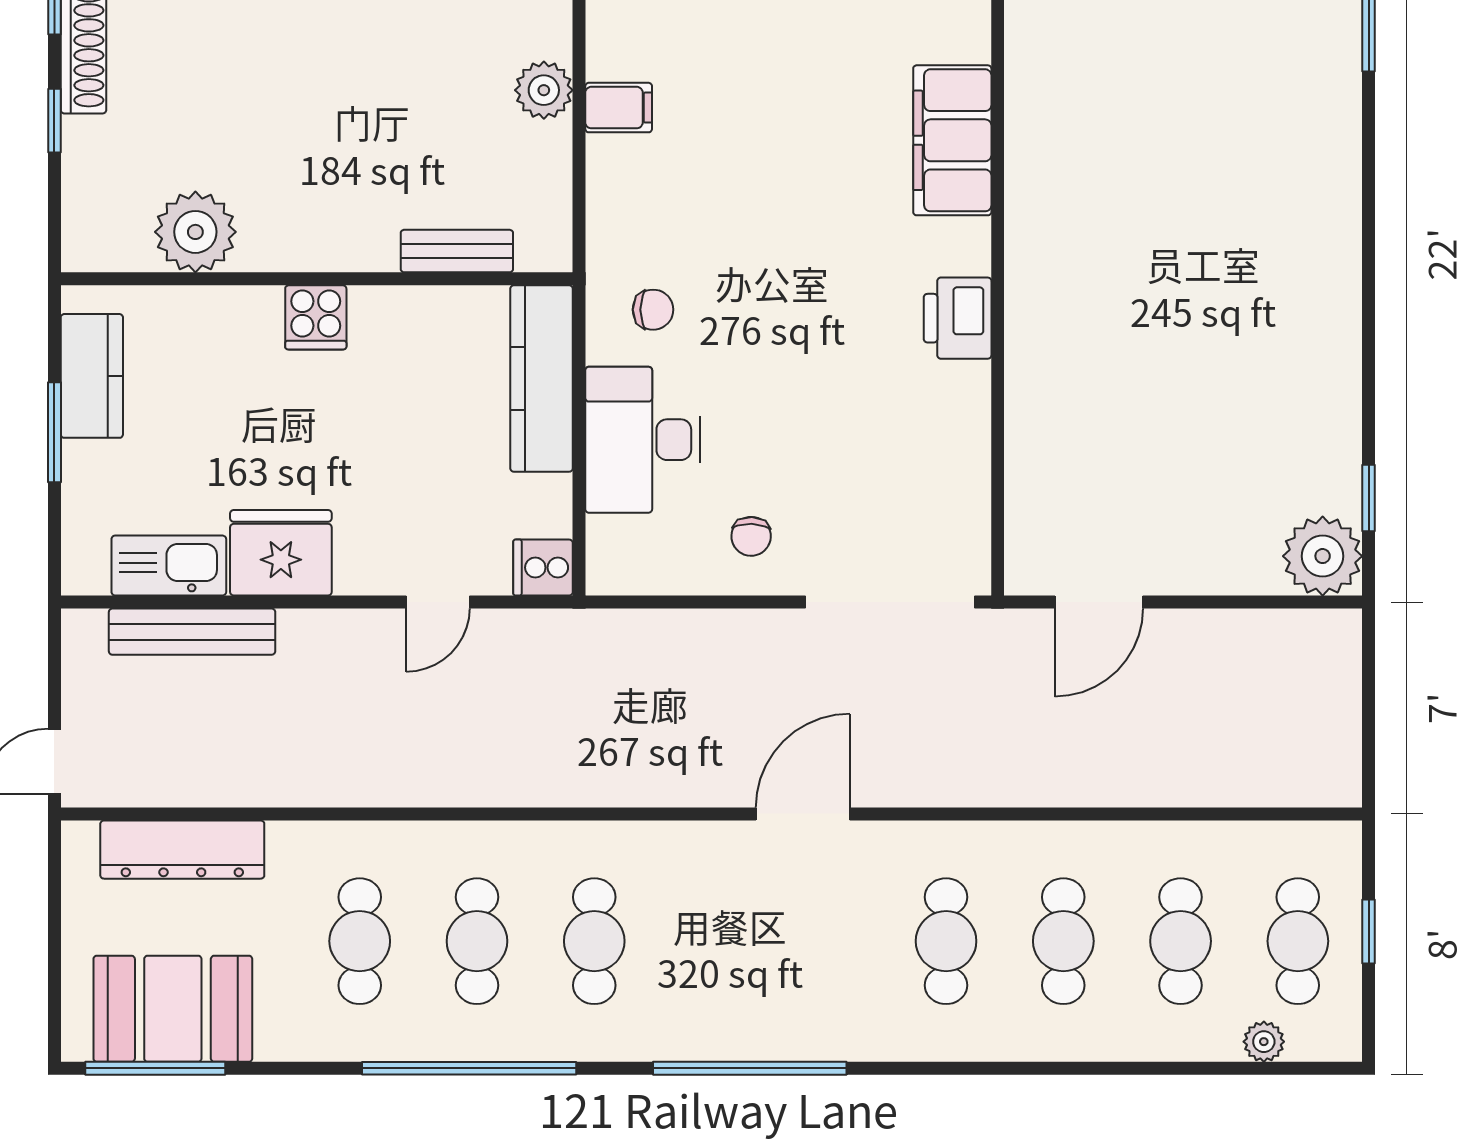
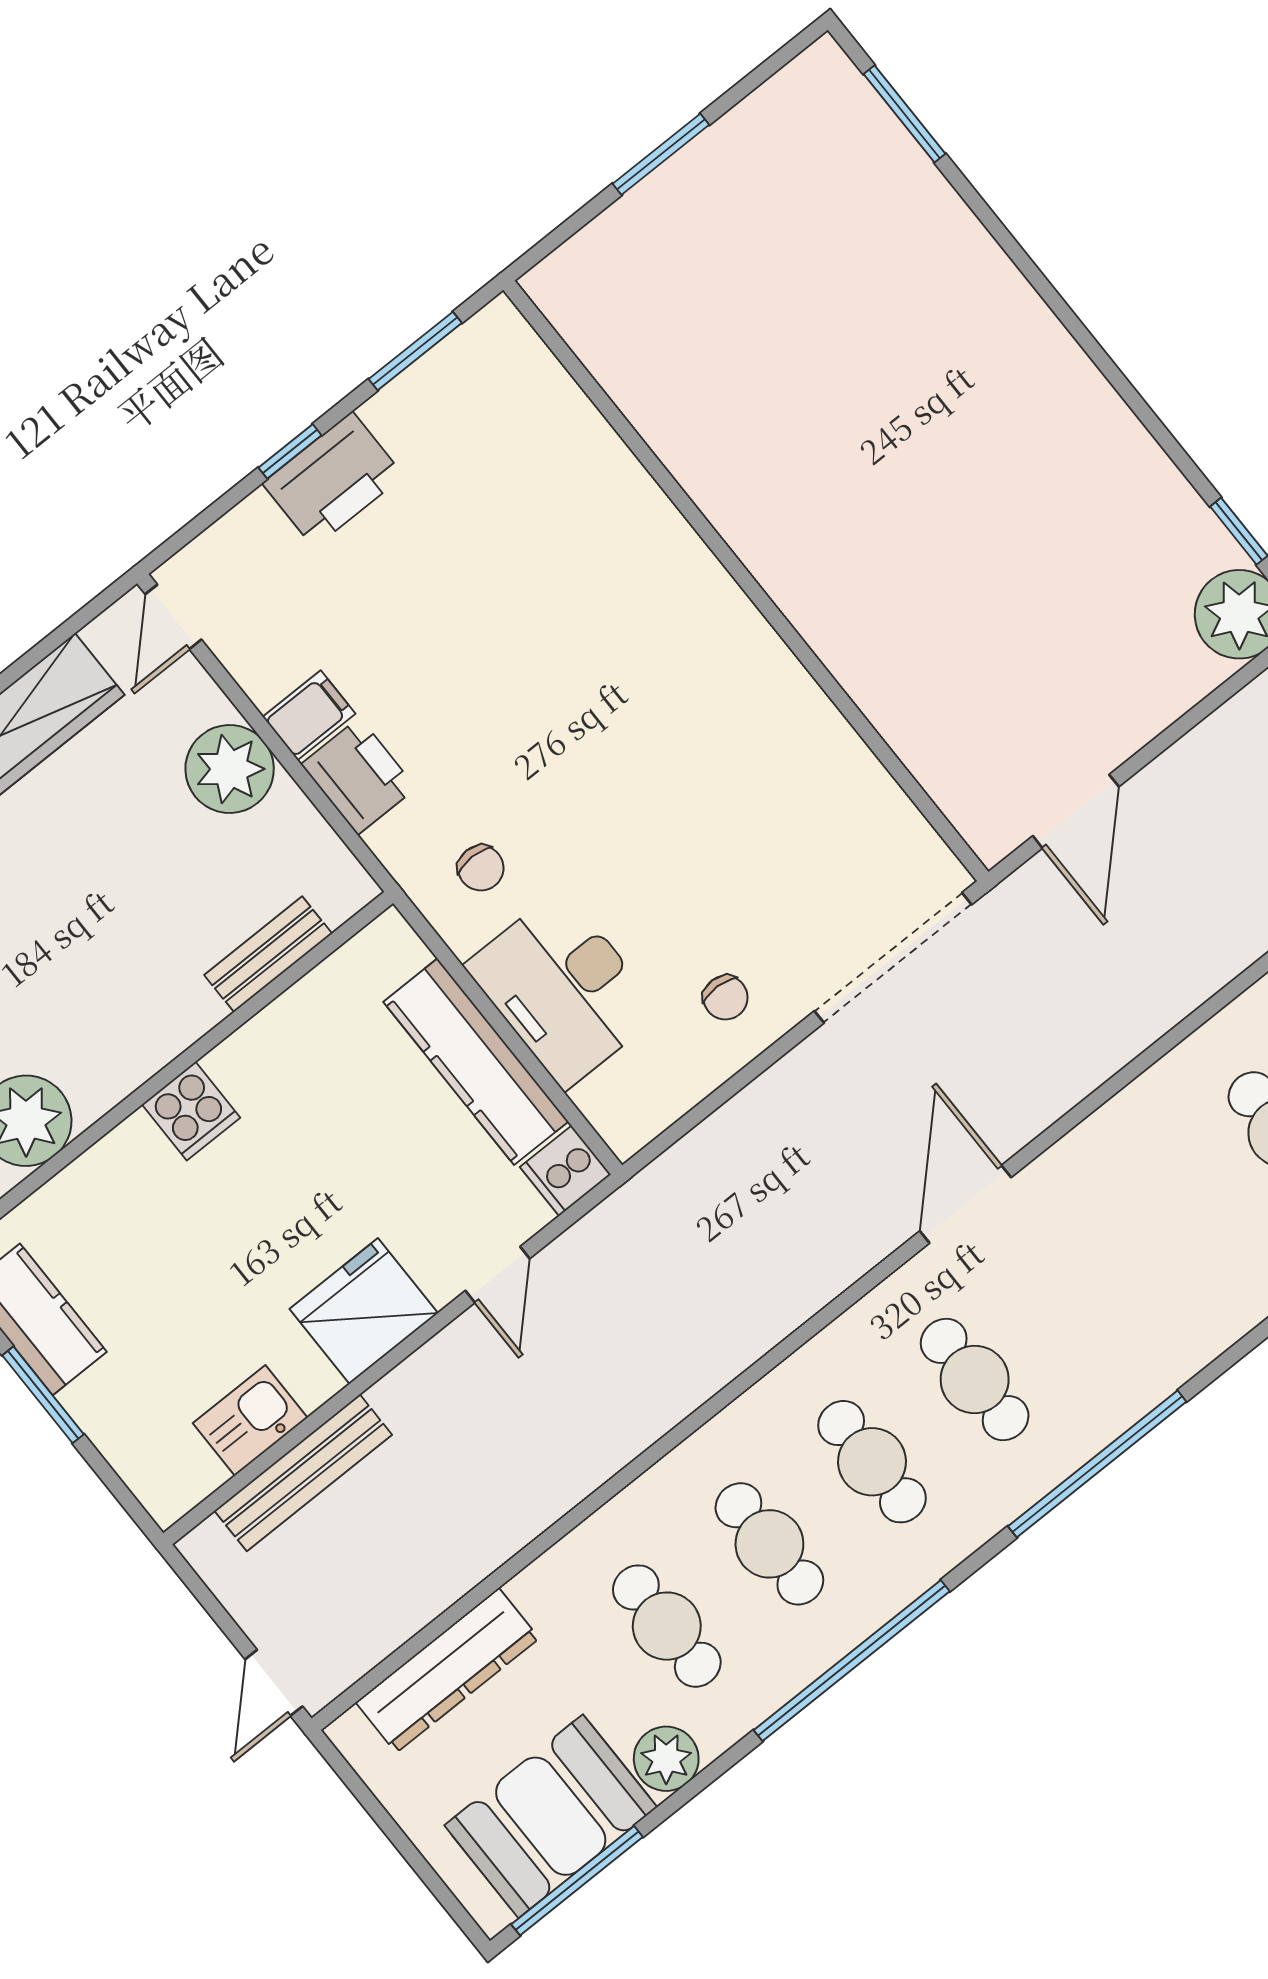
plant: (544, 90) -> (230, 769), width x1.36, depth x1.36
filing cabinet: (952, 140) -> (624, 510), removed
chair: (653, 310) -> (481, 868), turned 90
printer: (958, 318) -> (358, 776), moved, turned 180
kitchen counter: (542, 379) -> (476, 1062), moved
fridge: (281, 553) -> (364, 1311), moved
kitchen sink: (169, 566) -> (250, 1420), width x0.73
cafe table: (946, 941) -> (975, 1379), moved
plant: (285, 1033) -> (666, 1759), added

